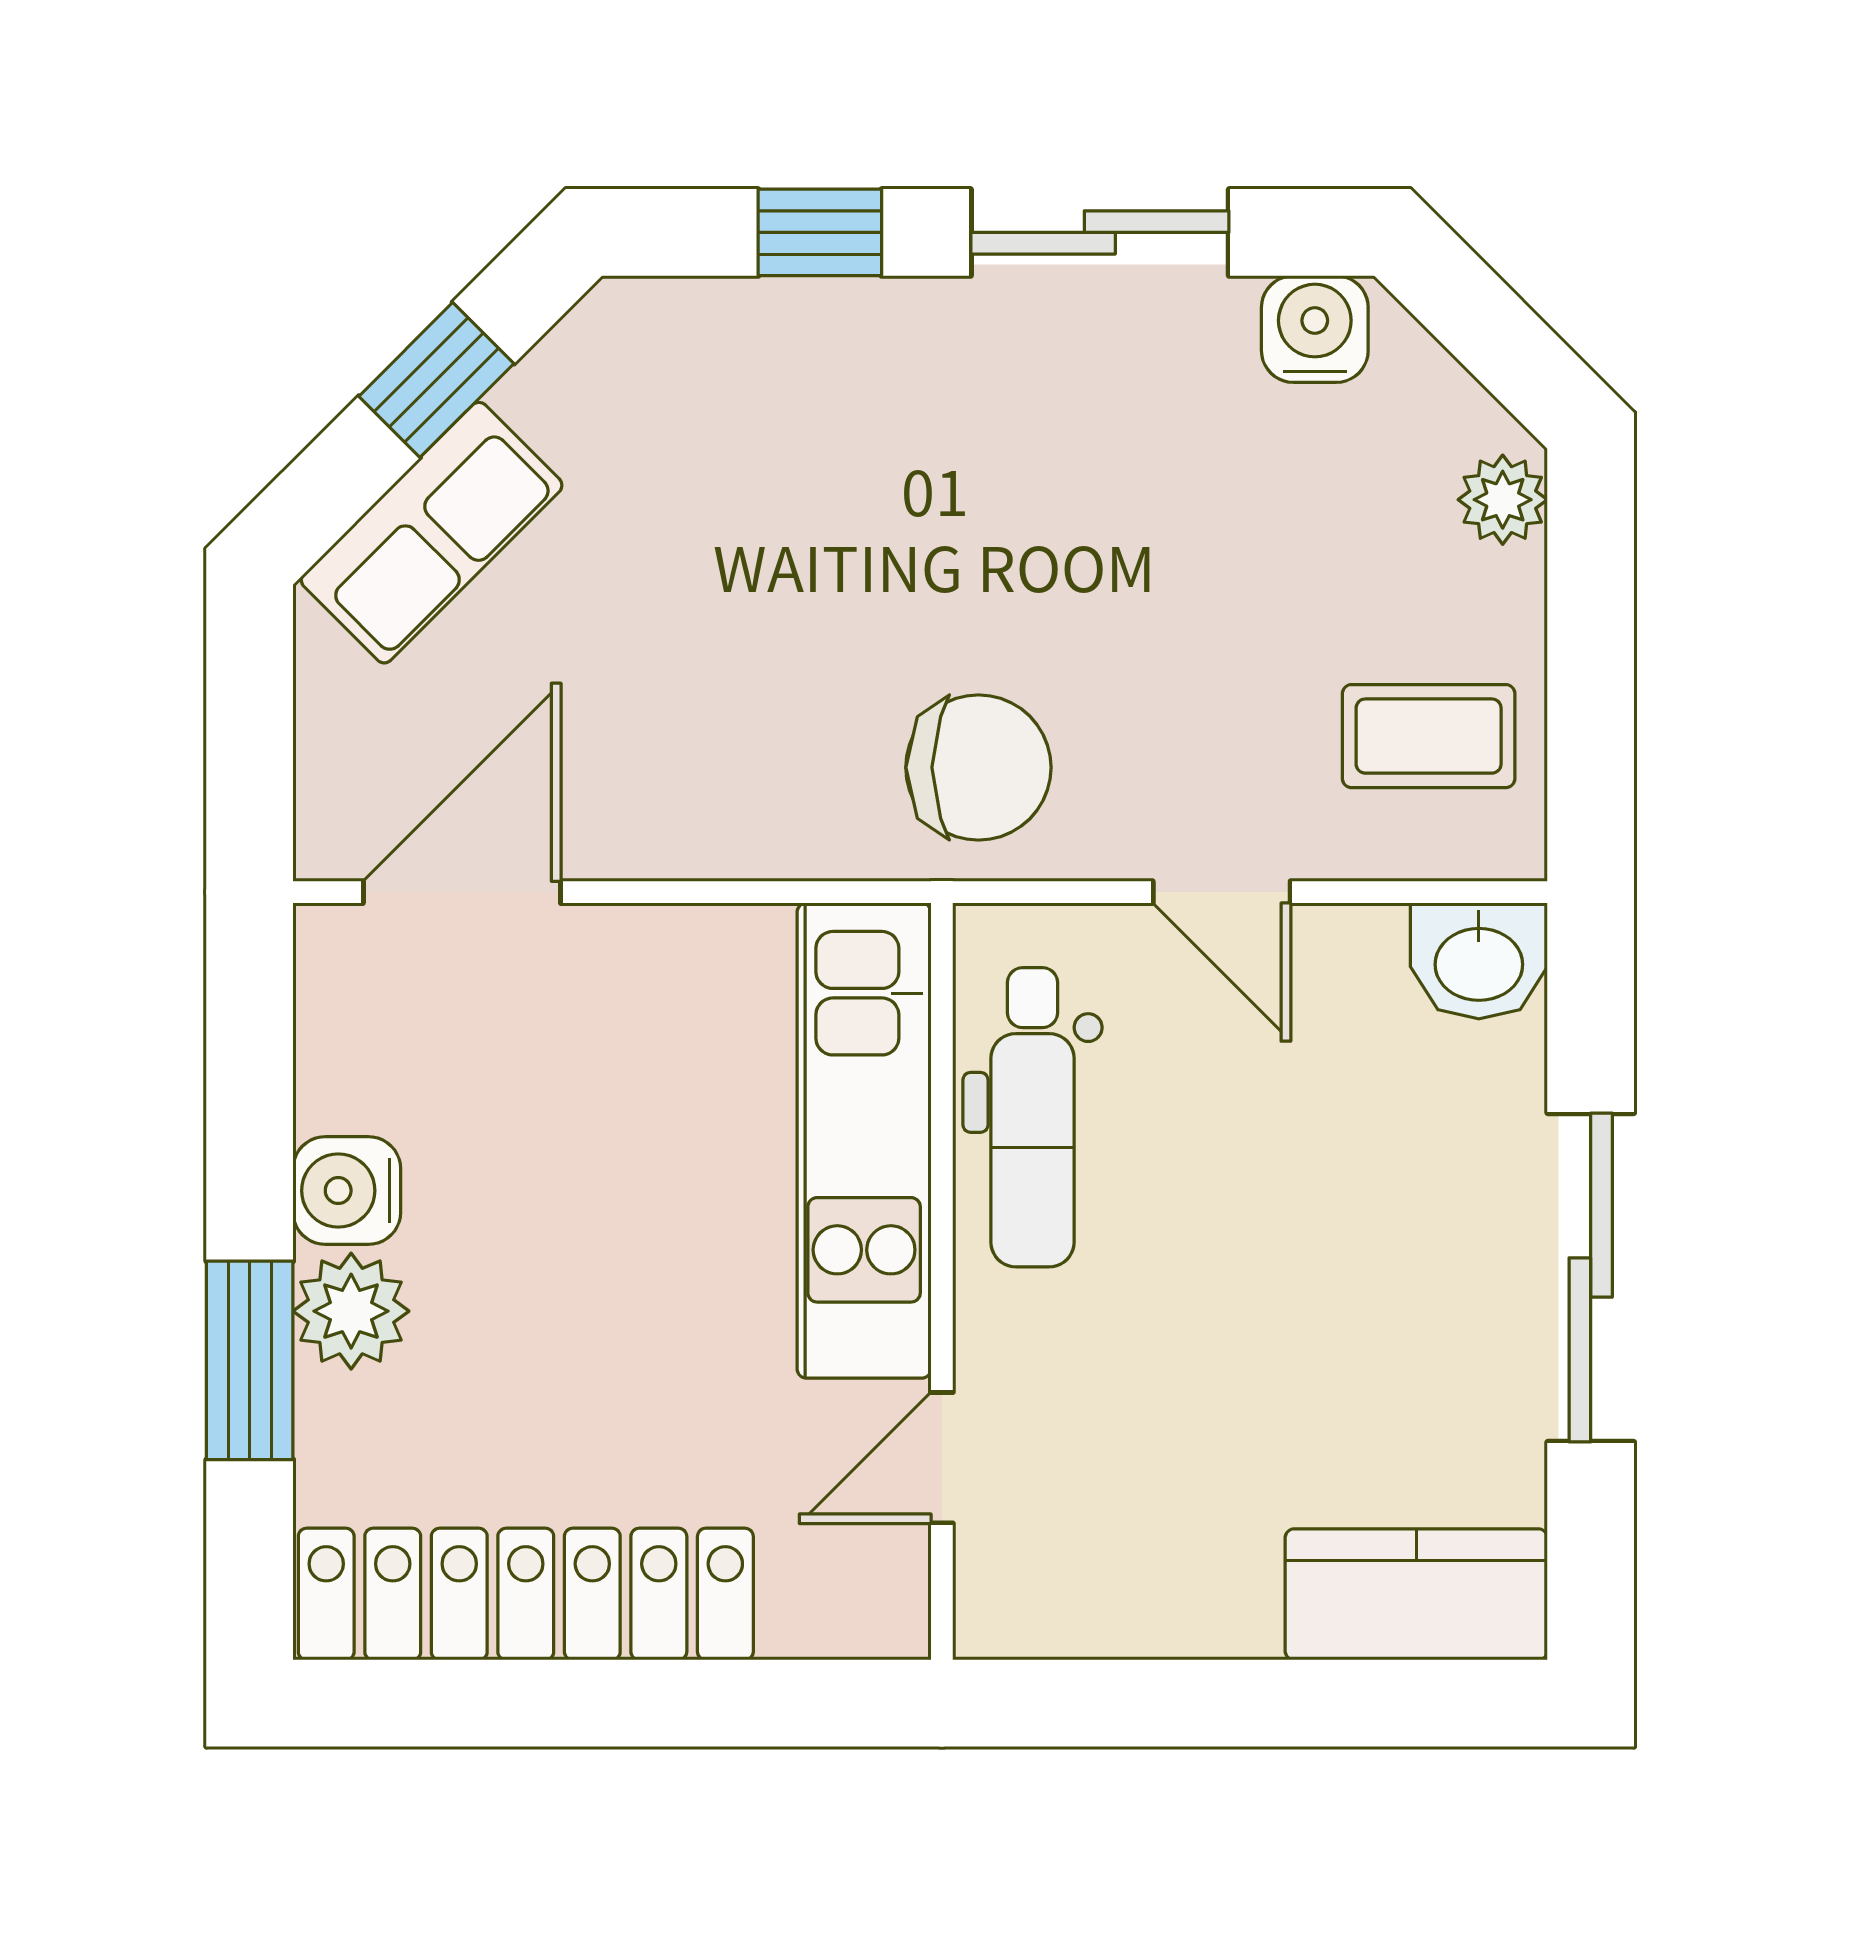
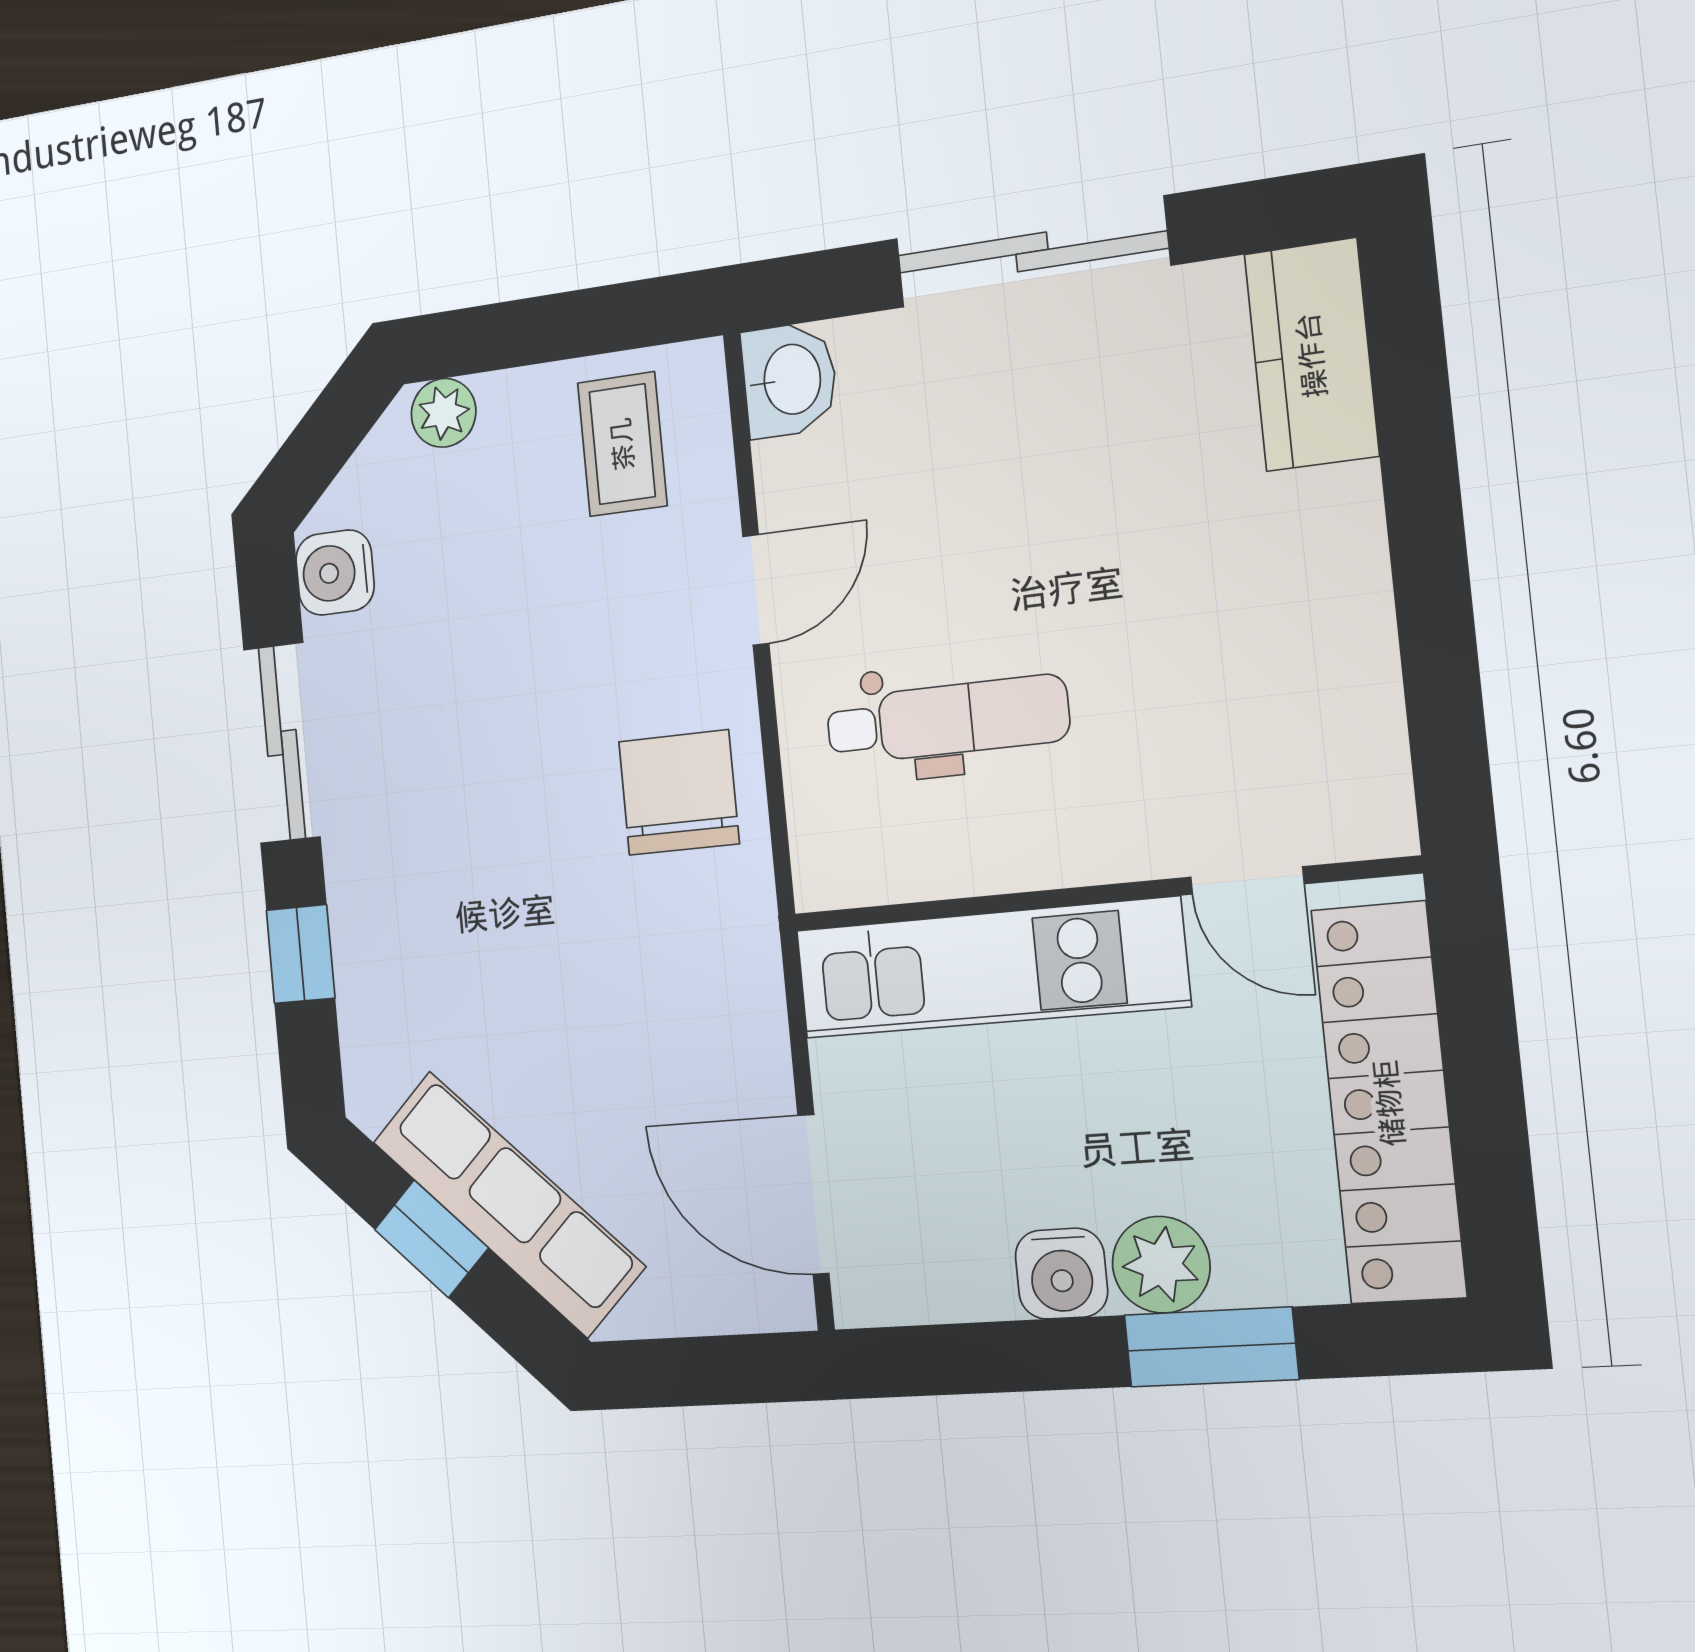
row of seats: (432, 533) -> (508, 1204), width x1.48
kitchen unit: (864, 1141) -> (990, 968), moved
wall: (942, 1281) -> (1099, 894), moved
door: (942, 1458) -> (1247, 880), moved

